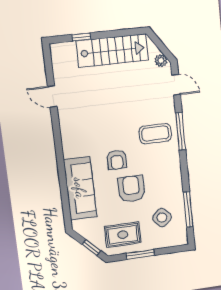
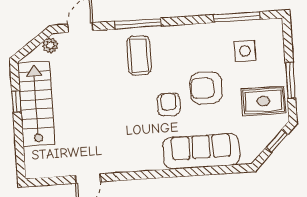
window: (81, 37) -> (16, 101), moved
armchair: (117, 160) -> (169, 105), turned -90
side table: (162, 217) -> (245, 51), turned 45
rug: (123, 235) -> (263, 101), turned 90

